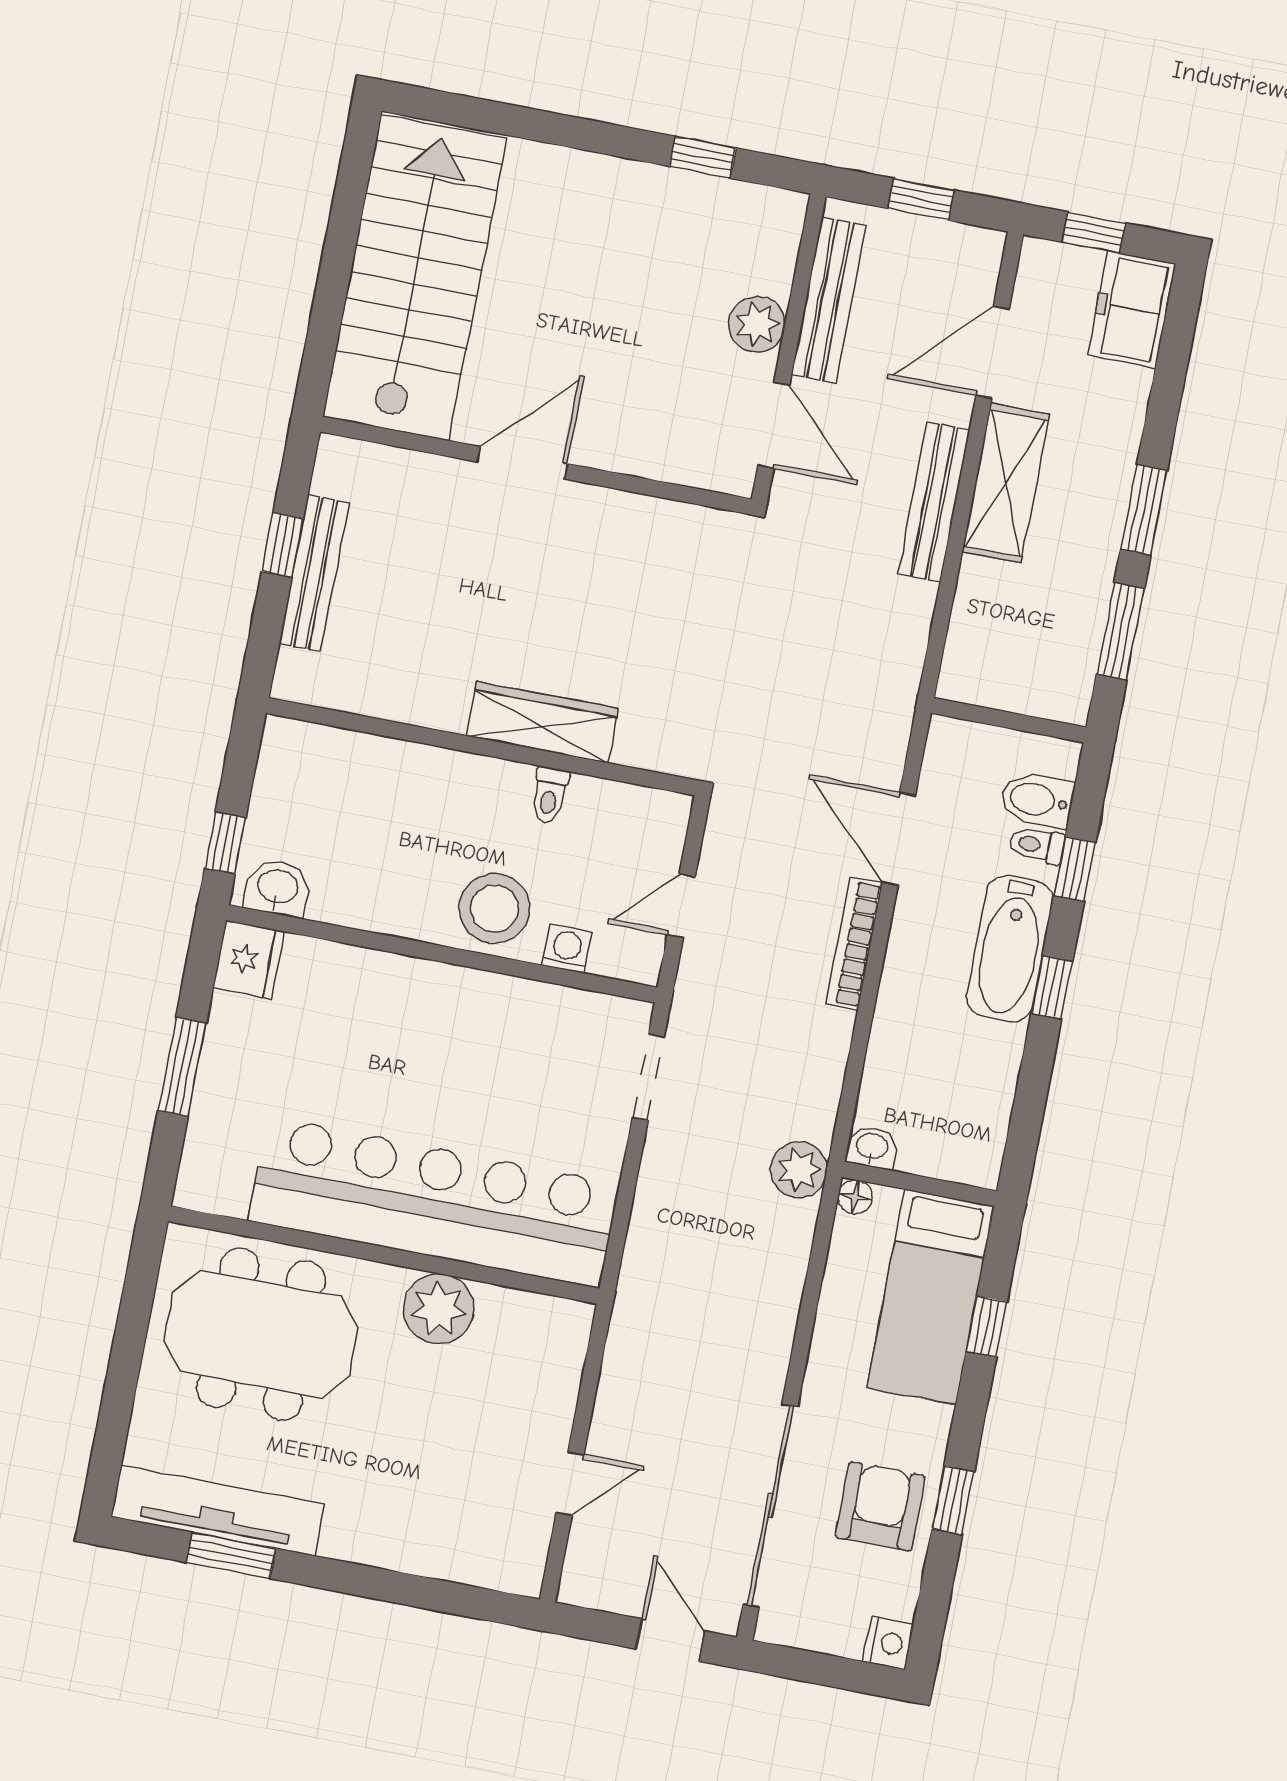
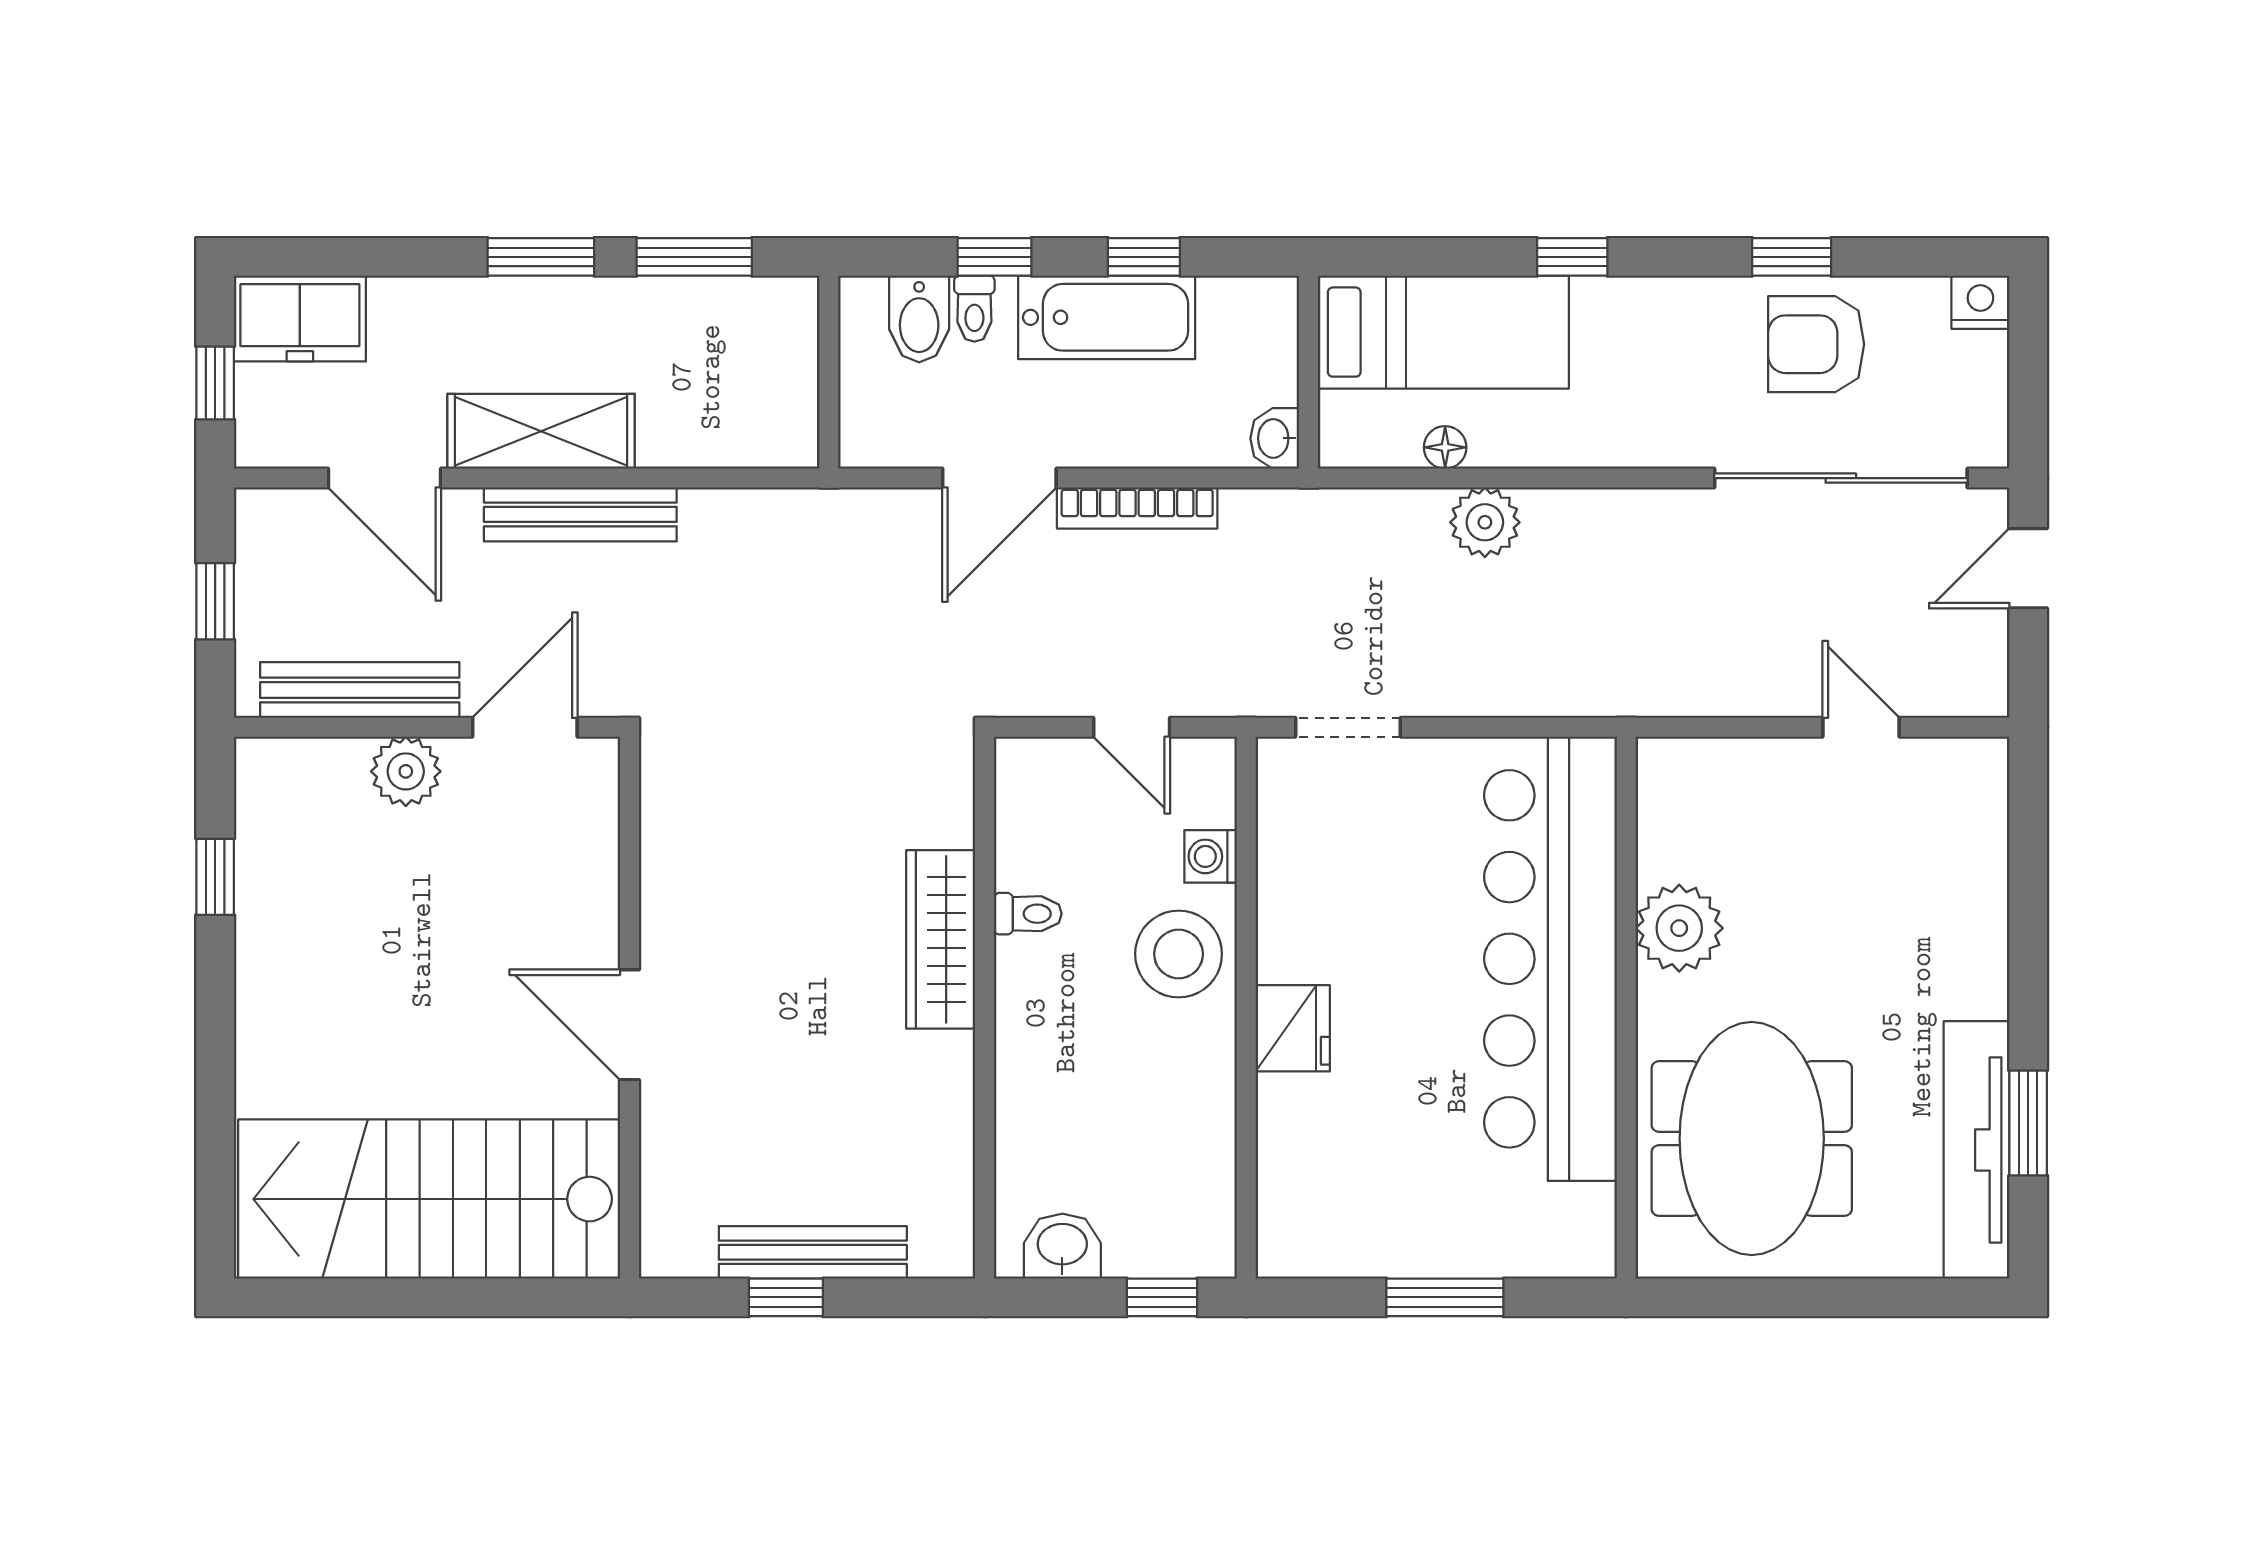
washbasin: (277, 888) -> (1062, 1246), moved, turned 90
fridge: (249, 960) -> (1293, 1028), moved, turned 90
washbasin: (872, 1147) -> (1275, 438), moved
plant: (799, 1170) -> (1485, 522), moved
wall: (919, 1184) -> (1309, 372), moved
bed: (931, 1297) -> (1443, 332), moved

